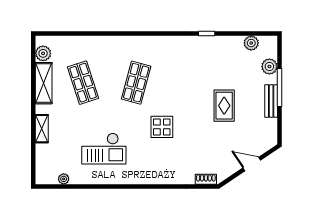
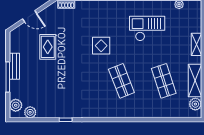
plant: (269, 67) -> (16, 105), moved
shop shelf: (136, 83) -> (121, 81), turned -36
rug: (224, 106) -> (48, 47), moved

